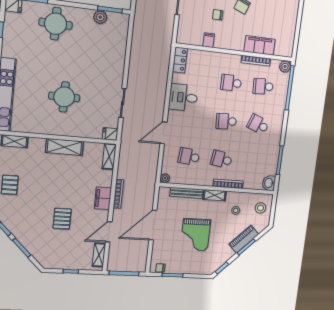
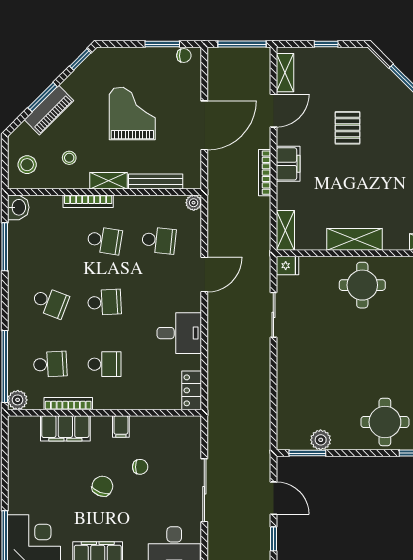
filing cabinet: (209, 40) -> (121, 426), moved
round table: (64, 97) -> (362, 285), moved

